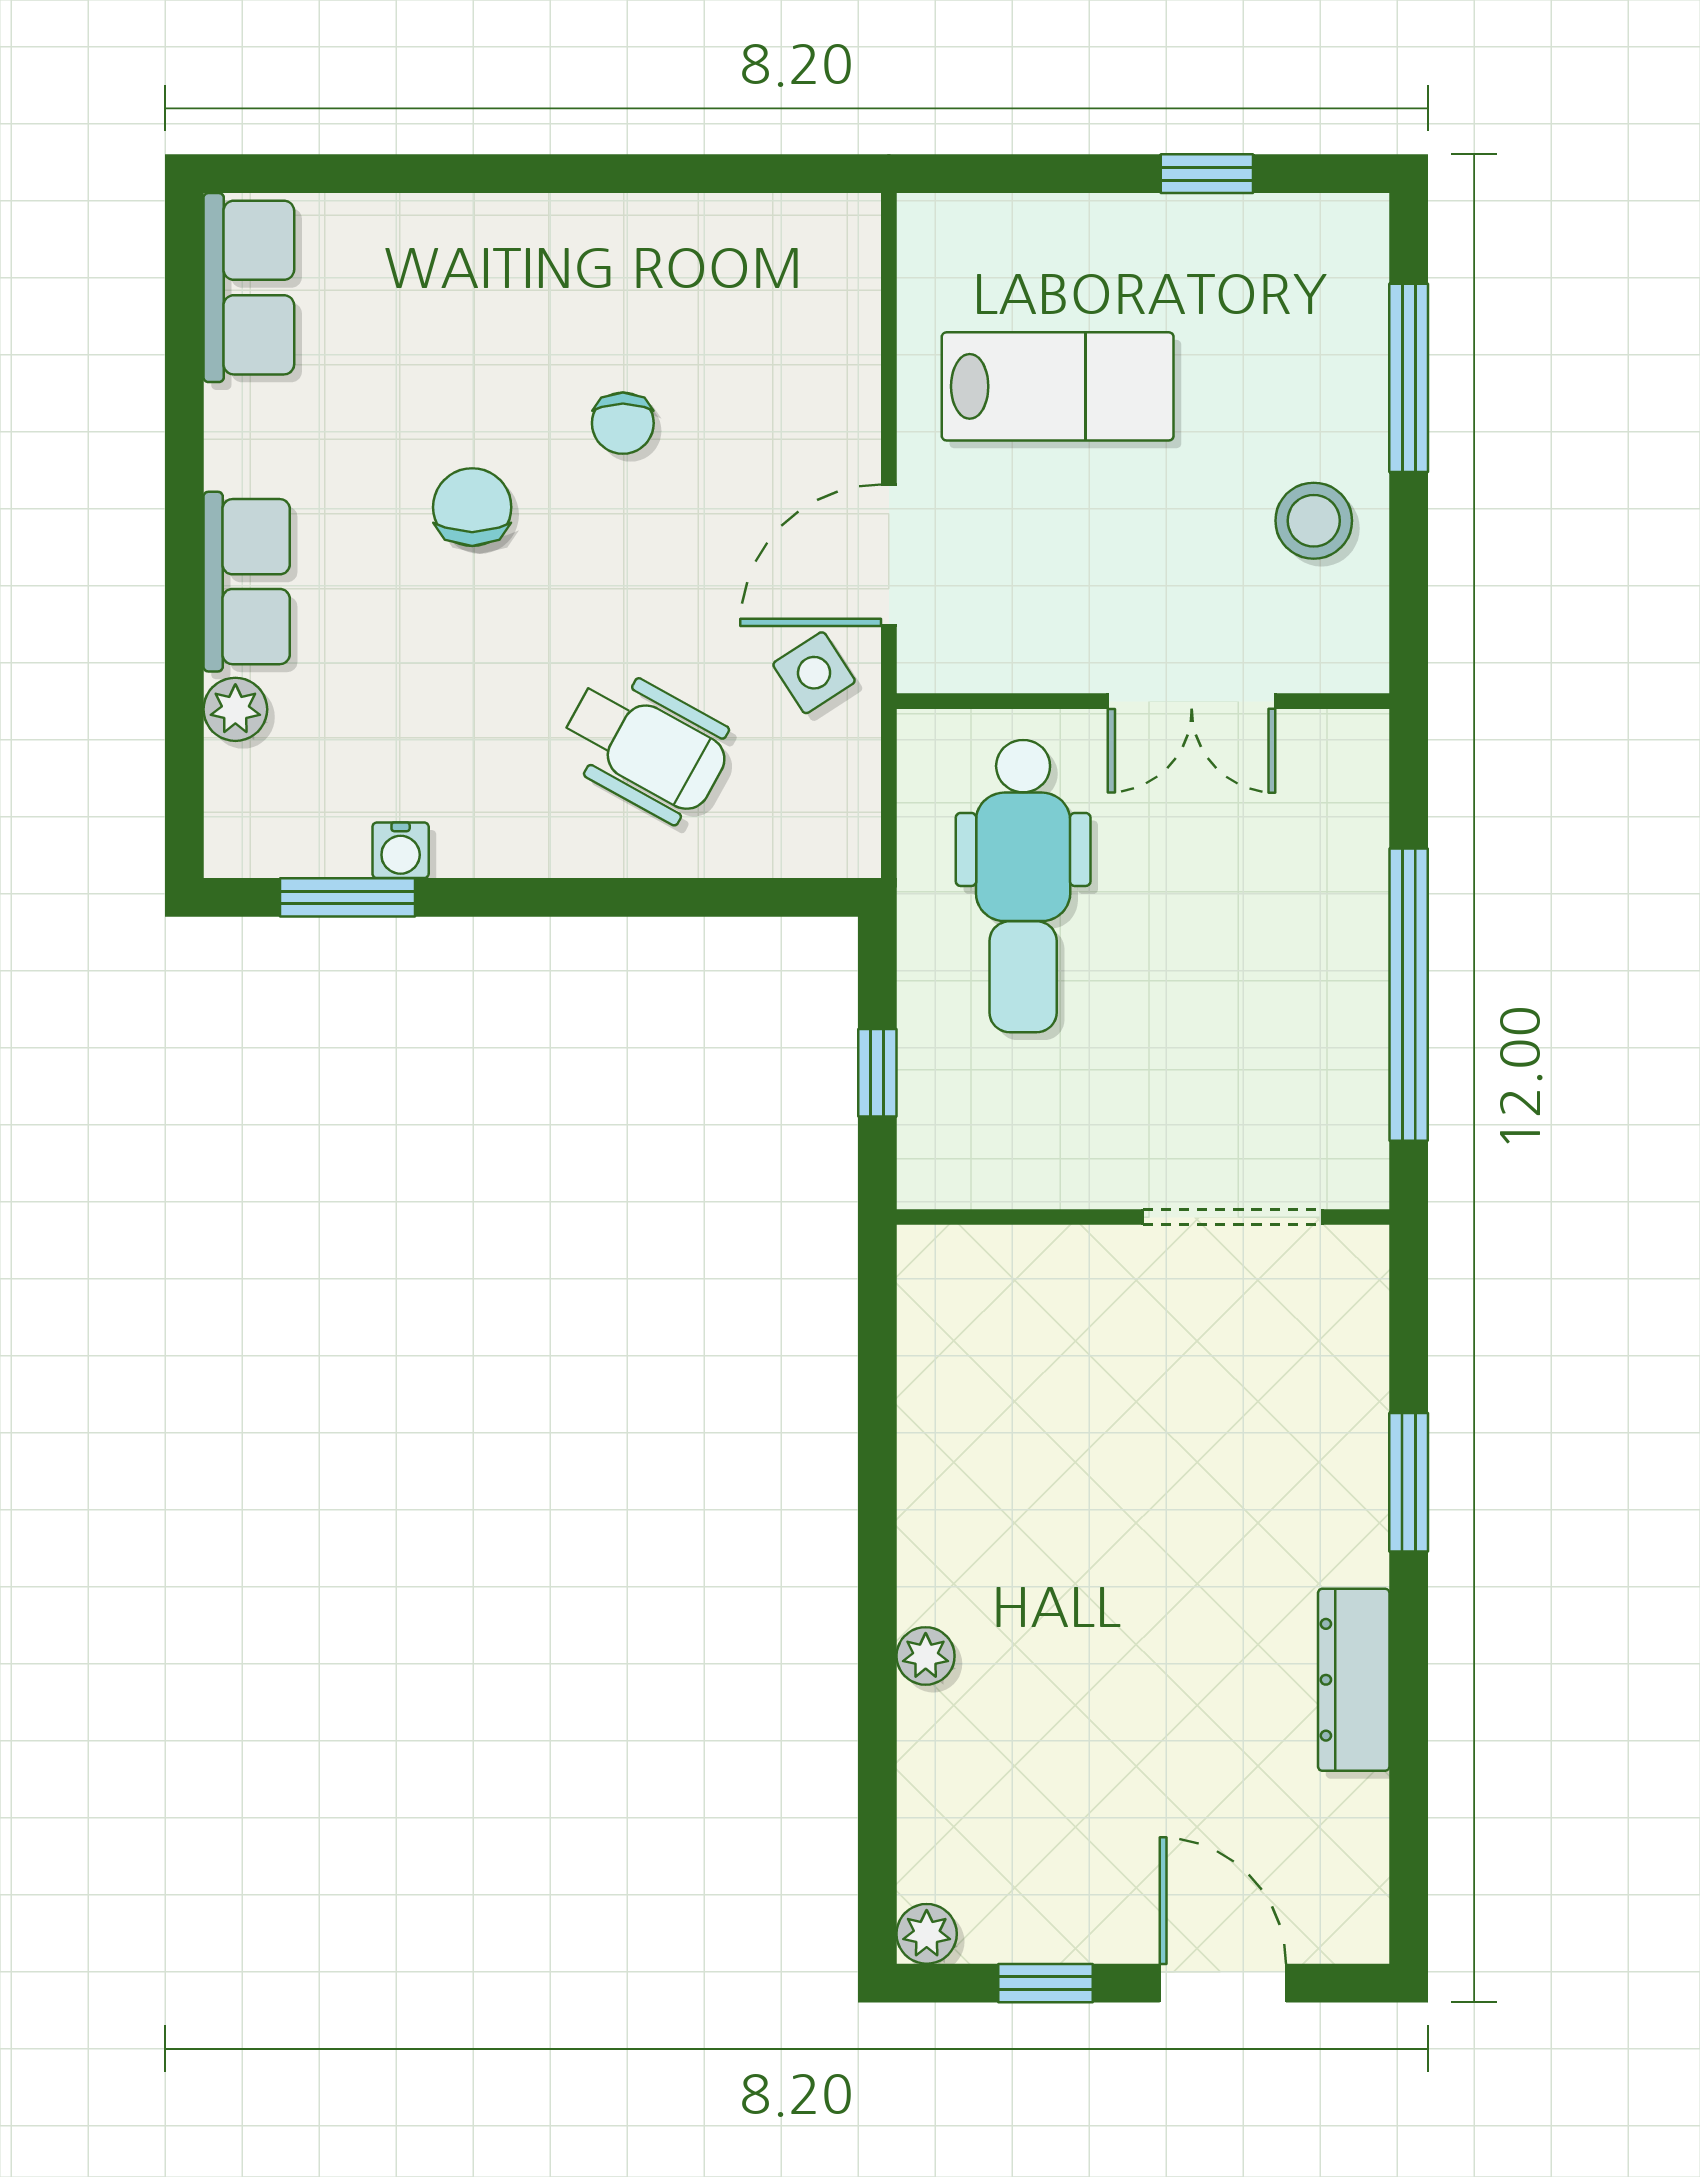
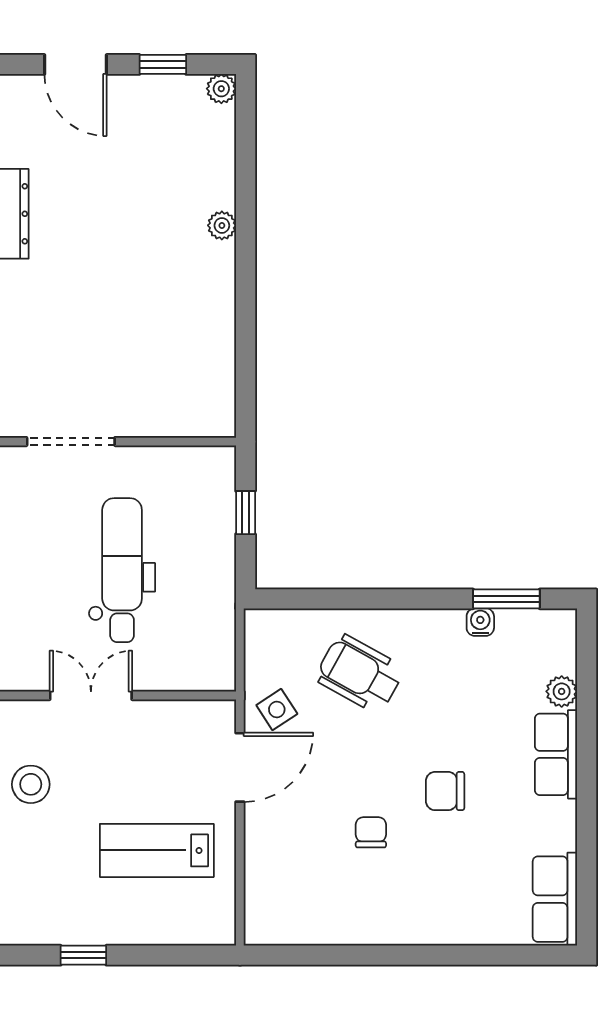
chair: (472, 507) -> (445, 791), turned 90
dental chair: (1023, 886) -> (122, 570), moved

